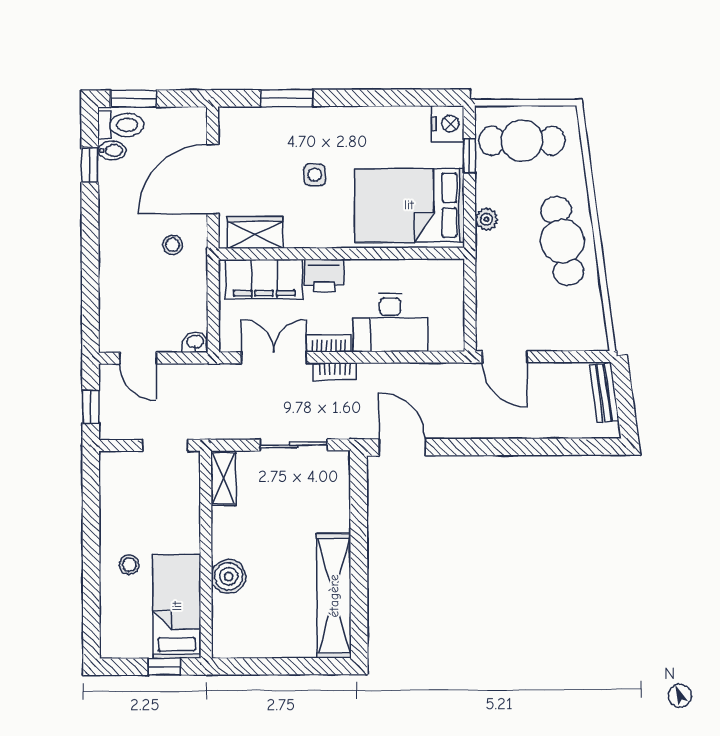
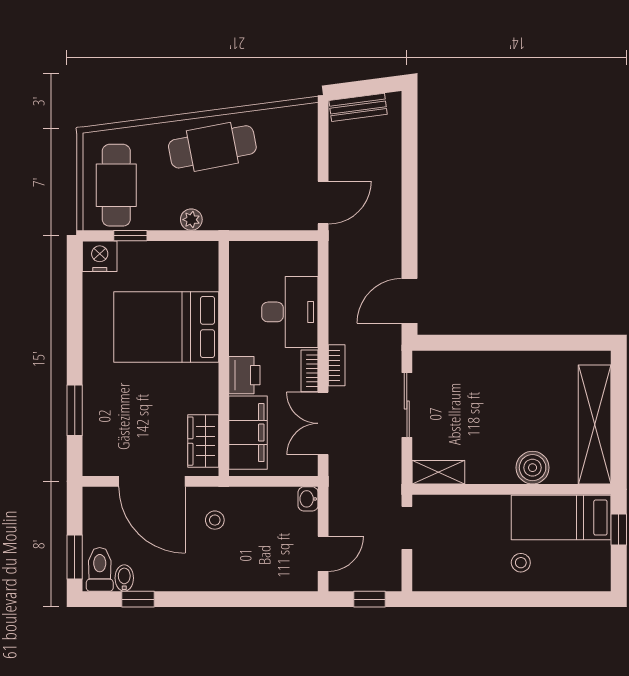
side table: (315, 175) -> (148, 384), removed
bed: (409, 205) -> (166, 327), moved, turned 90
shelving: (334, 596) -> (595, 424), moved, turned 90

